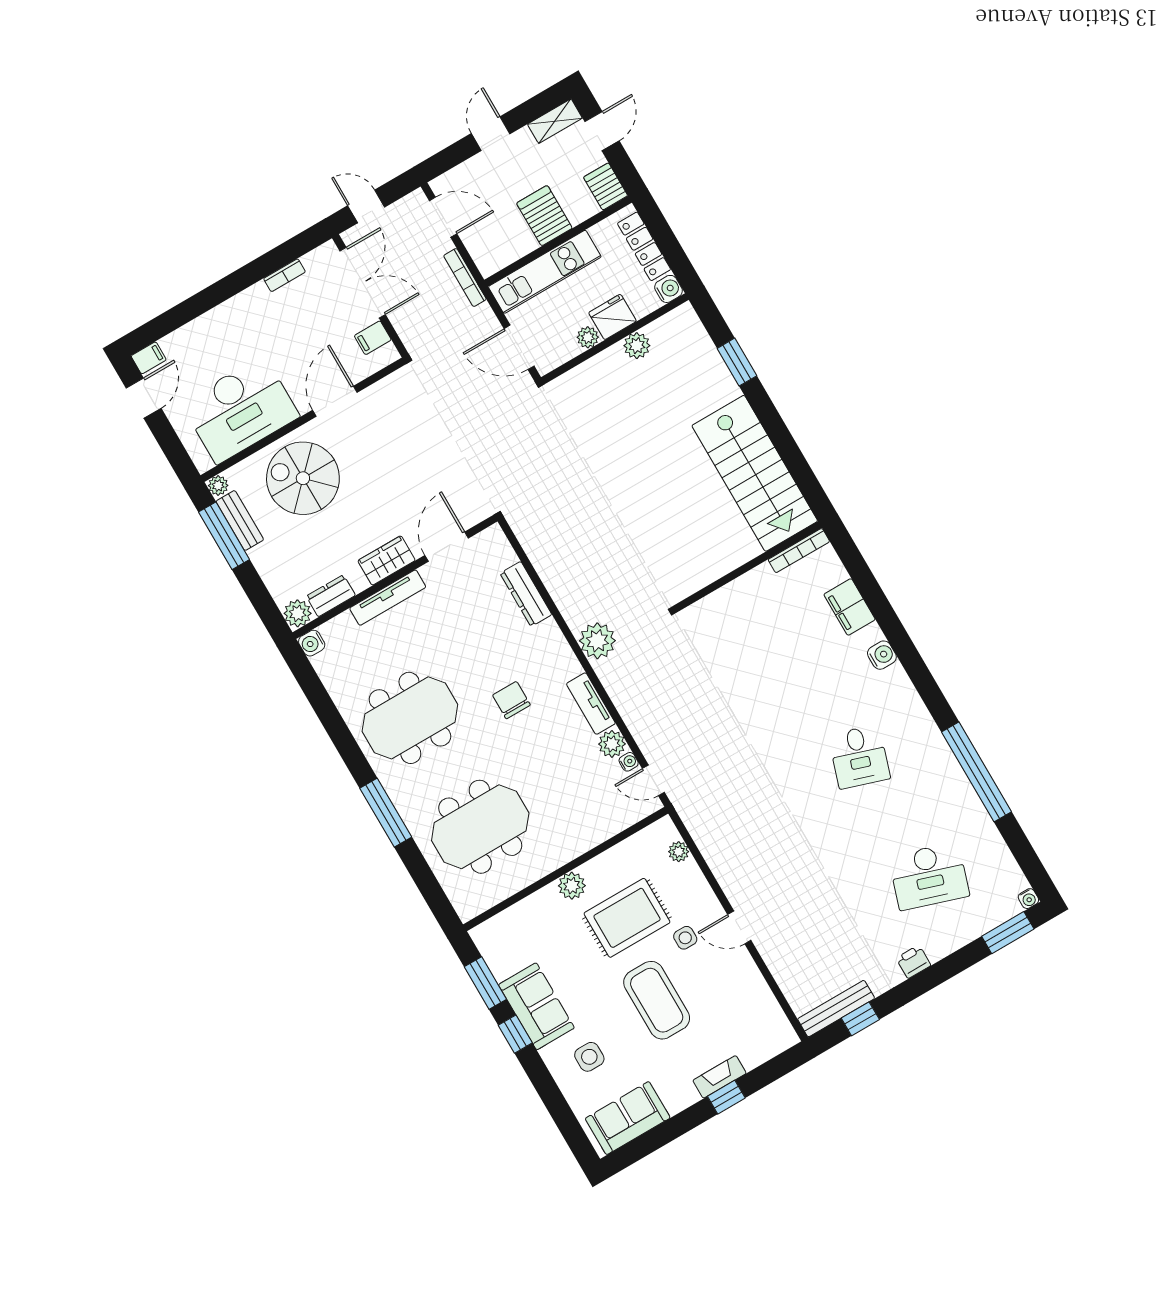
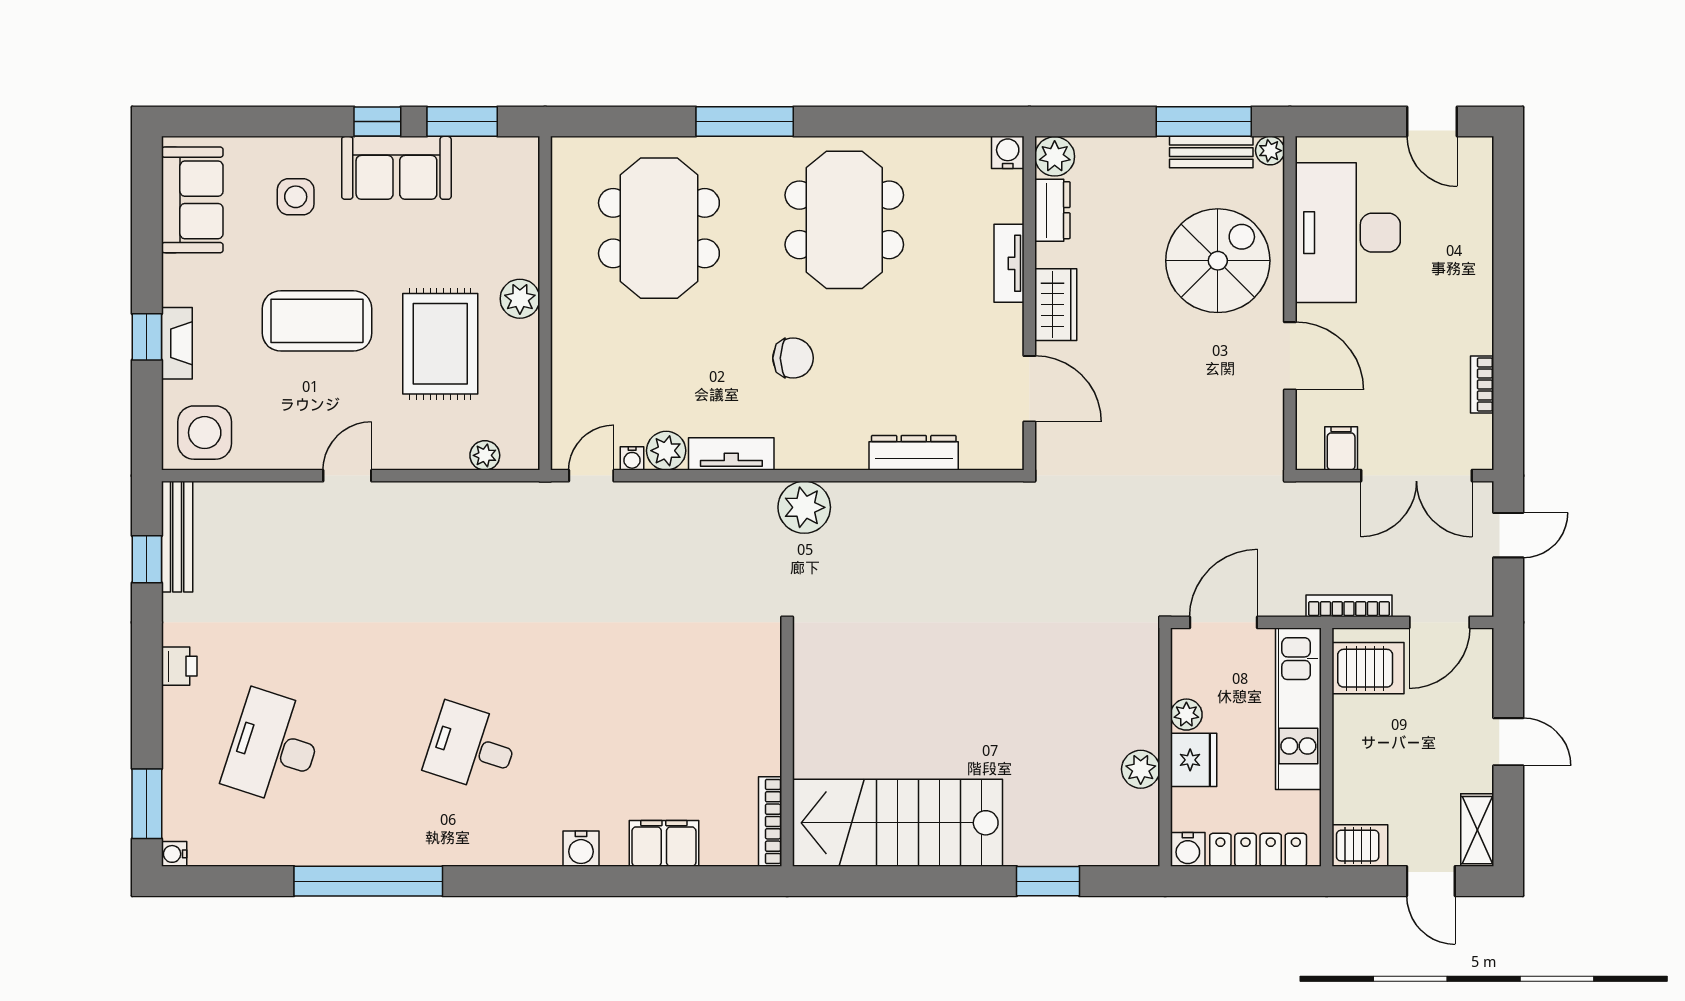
server rack: (544, 216) -> (1368, 668), moved
filing cabinet: (149, 358) -> (1478, 157), removed
tv unit: (388, 598) -> (1009, 263), width x0.71
side table: (685, 938) -> (205, 433), moved, width x1.87, depth x1.87

